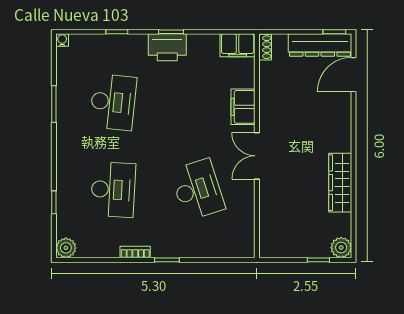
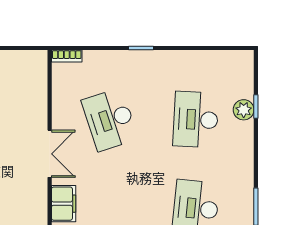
plant: (66, 248) -> (244, 110), moved
bookcase: (135, 252) -> (67, 56), moved

